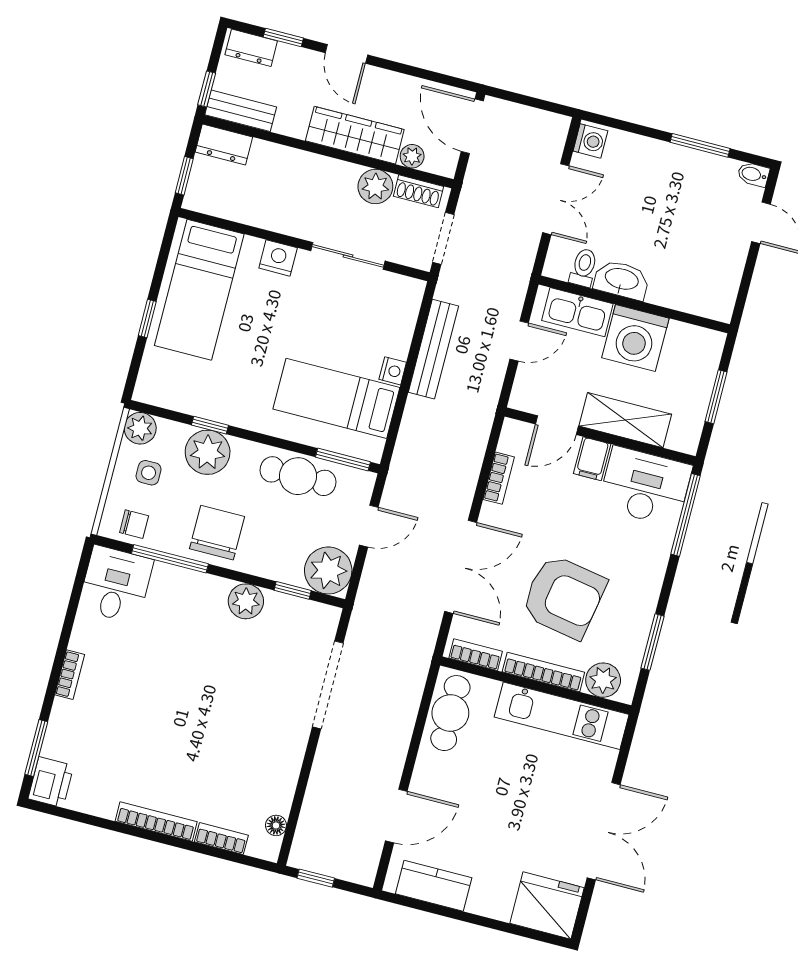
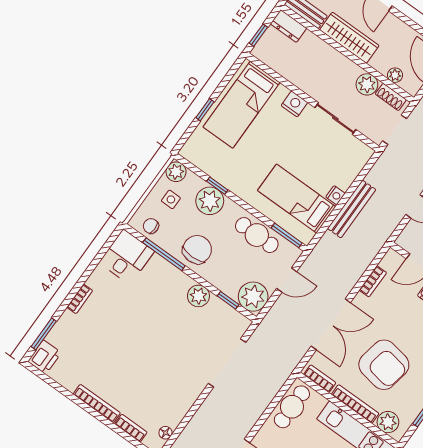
wardrobe: (355, 135) -> (349, 38), moved
bench: (433, 349) -> (352, 209), moved
chair: (134, 524) -> (151, 226), turned 180

